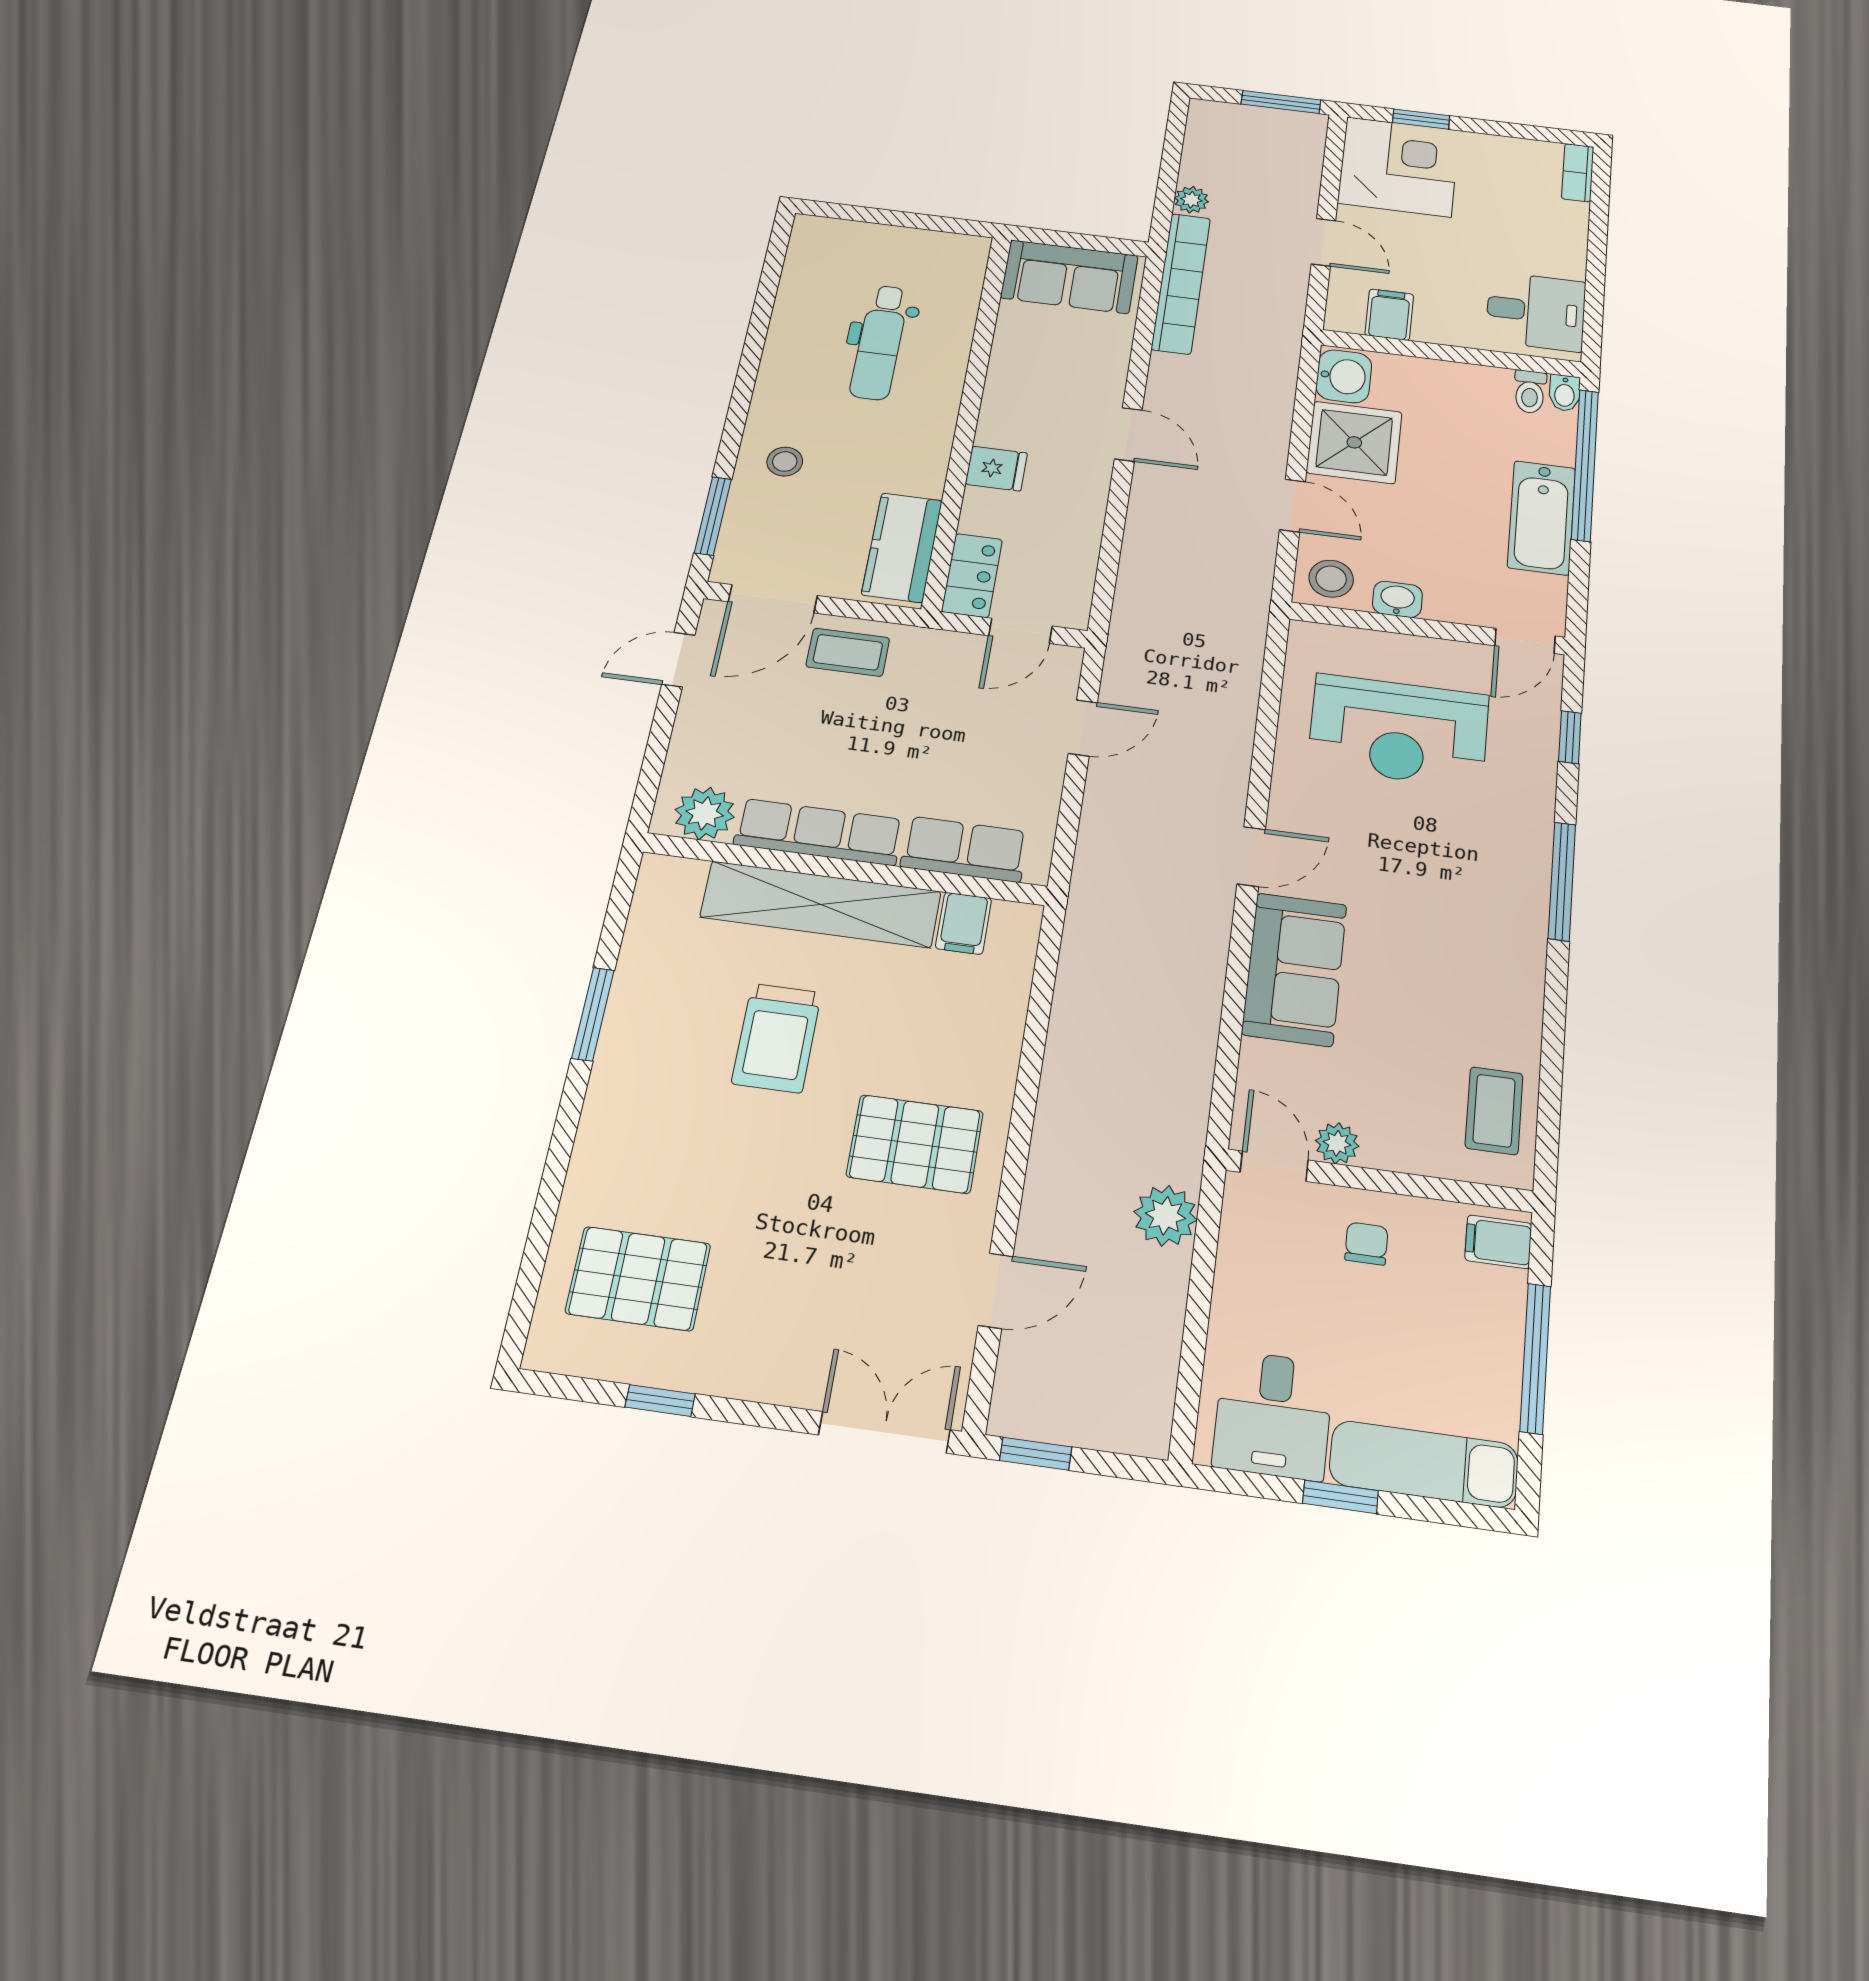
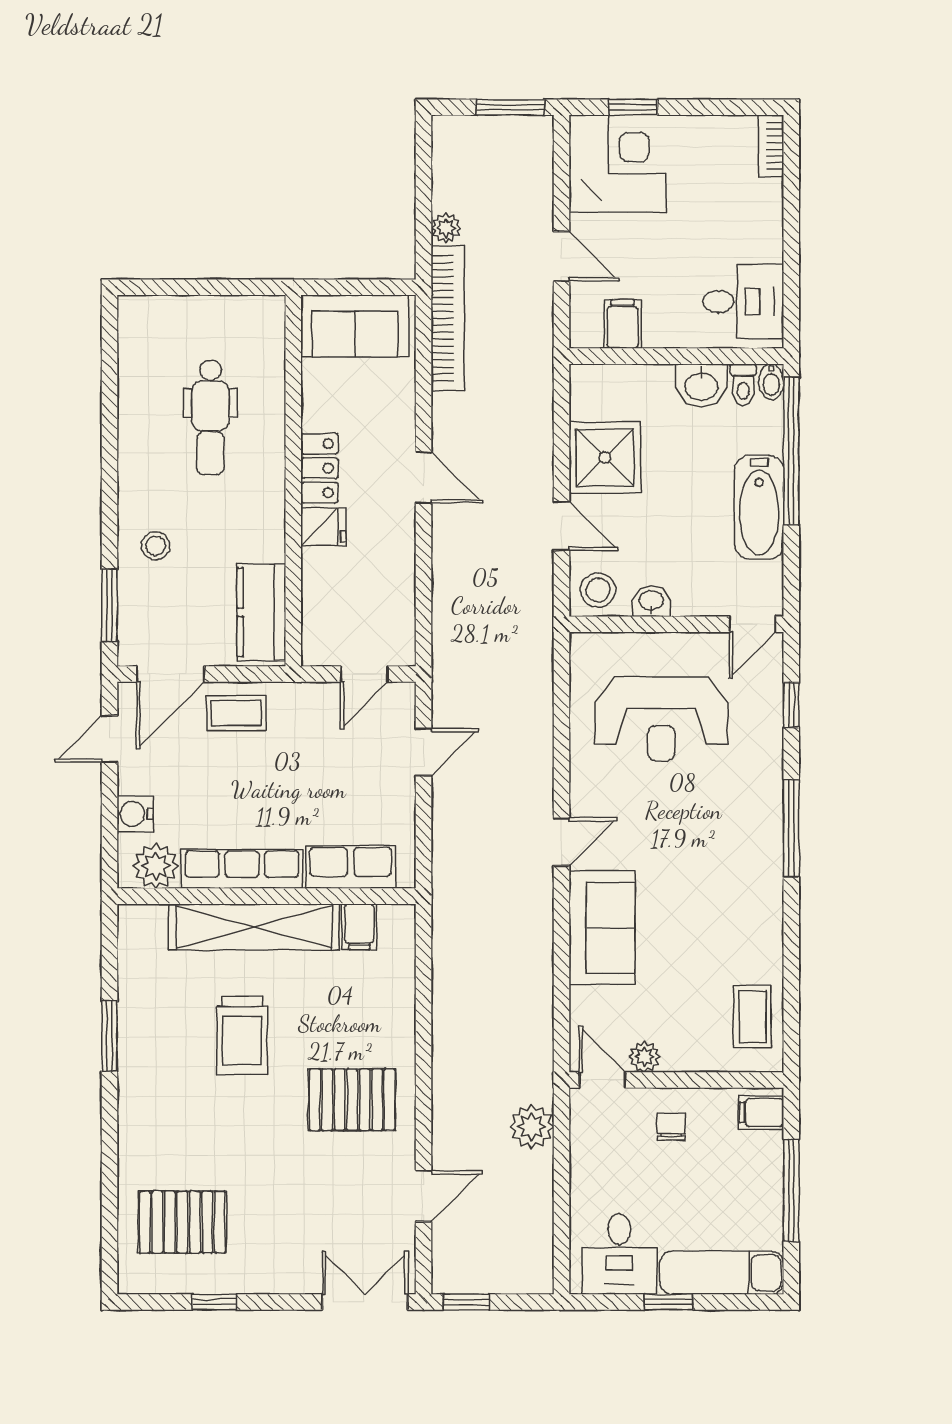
washbasin: (1344, 376) -> (701, 385), moved, turned 90
locker: (972, 575) -> (320, 468), moved
water cooler: (691, 749) -> (135, 814), added

